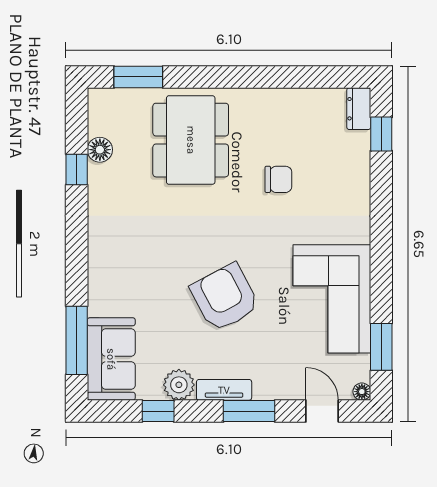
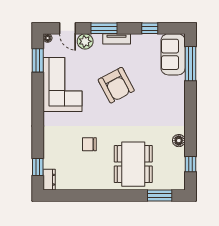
floor lamp: (100, 150) -> (179, 141), moved
window: (77, 169) -> (190, 164), moved
plant: (179, 385) -> (85, 41), moved

